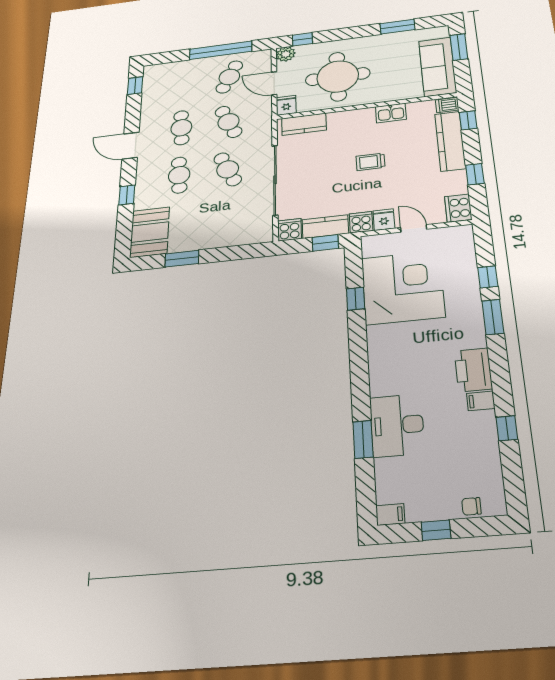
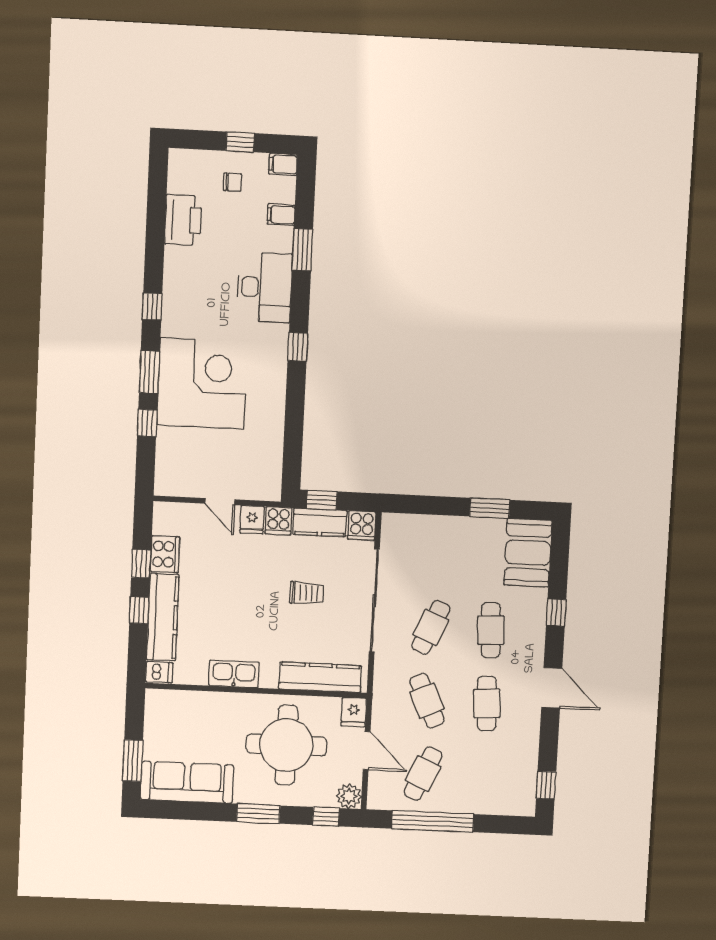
window: (397, 27) -> (258, 814), moved
sofa: (437, 67) -> (187, 782), moved, turned -90
kitchen sink: (391, 113) -> (234, 674), width x1.38
window: (468, 120) -> (139, 610), moved
kitchen counter: (304, 124) -> (320, 677), width x1.50
trolley: (370, 162) -> (307, 593), moved
cafe table: (228, 169) -> (431, 627), turned 48
cooker: (458, 208) -> (165, 554), moved
corner desk: (403, 287) -> (202, 383), moved, turned 180
window: (356, 299) -> (298, 347), moved
printer: (473, 370) -> (183, 220), moved
filing cabinet: (481, 401) -> (281, 215), moved, turned 180
desk: (397, 425) -> (264, 287), moved
window: (507, 428) -> (152, 307), moved
chair: (471, 506) -> (232, 182), moved

